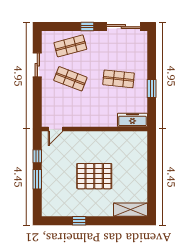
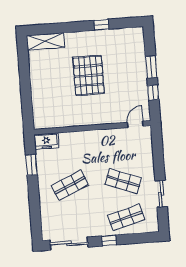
shop shelf: (119, 79) -> (70, 185), turned -30
window: (152, 89) -> (31, 165), moved
freezer: (132, 120) -> (46, 141), width x0.71
pallet: (94, 176) -> (89, 75), turned 90

